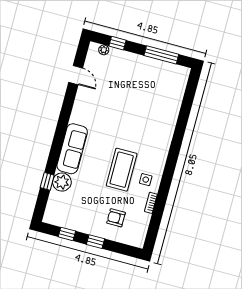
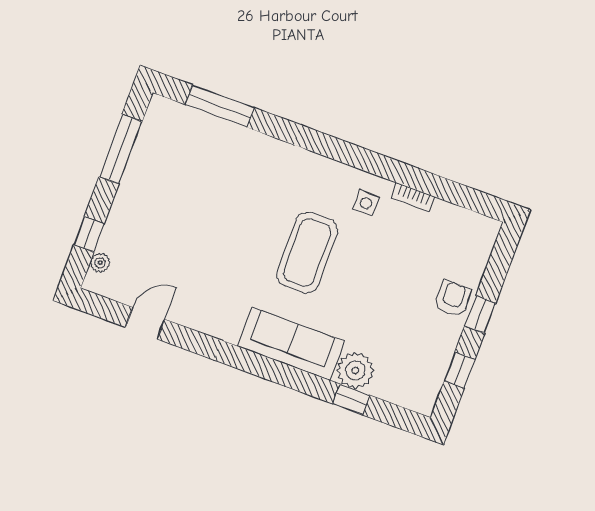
window: (187, 102) -> (220, 106), added
coffee table: (122, 170) -> (307, 253), moved, turned 90
armchair: (116, 218) -> (453, 299), moved, turned 180

